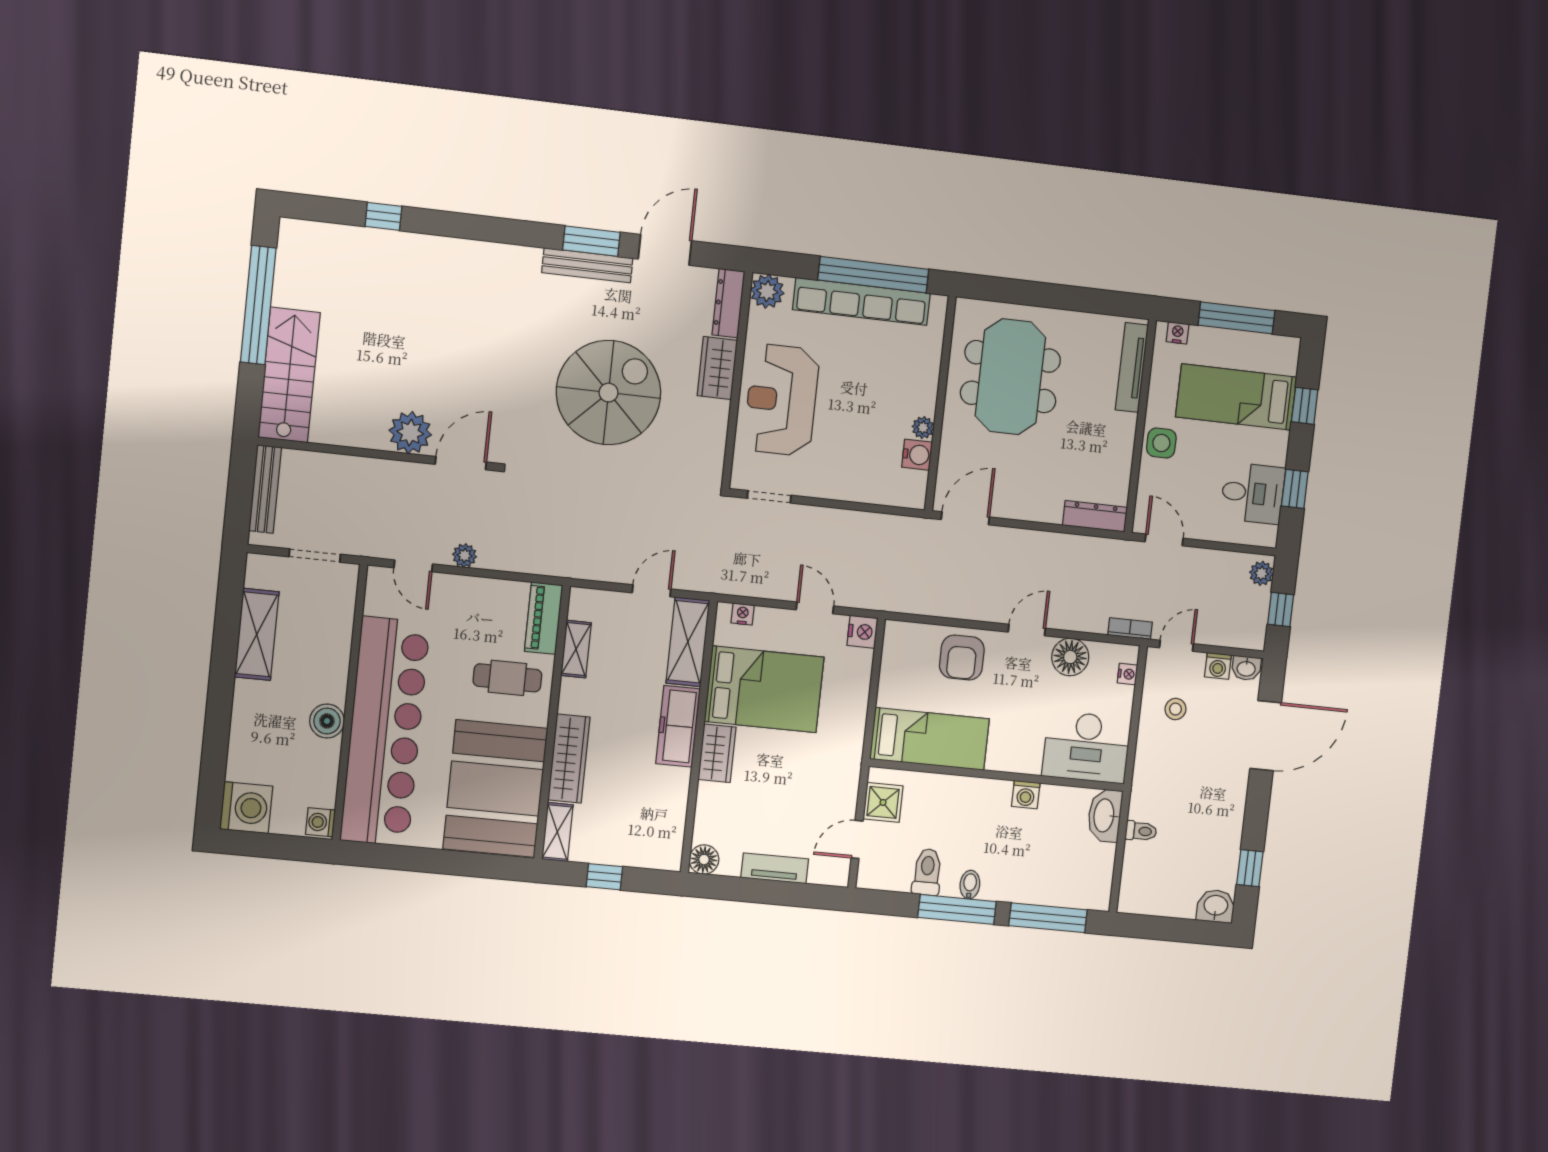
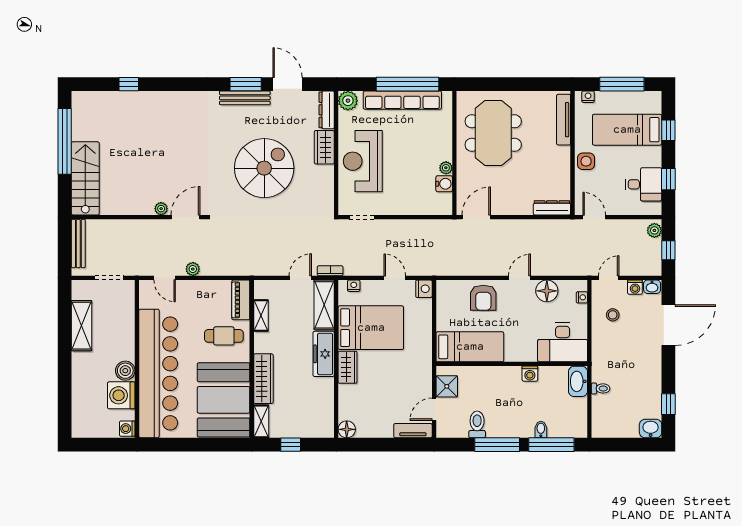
door: (665, 250) -> (288, 84), hinge flipped
plant: (410, 433) -> (161, 209), width x0.53, depth x0.53
bookcase: (1130, 629) -> (330, 271), moved
washing machine: (246, 808) -> (121, 395), moved, turned 180
tv unit: (775, 868) -> (413, 431), moved
bidet: (970, 885) -> (541, 429), moved

